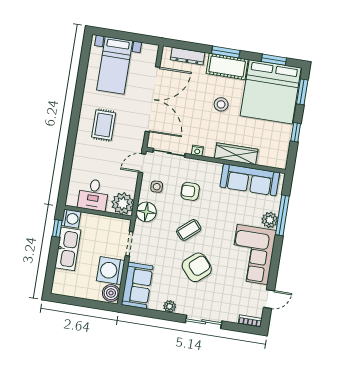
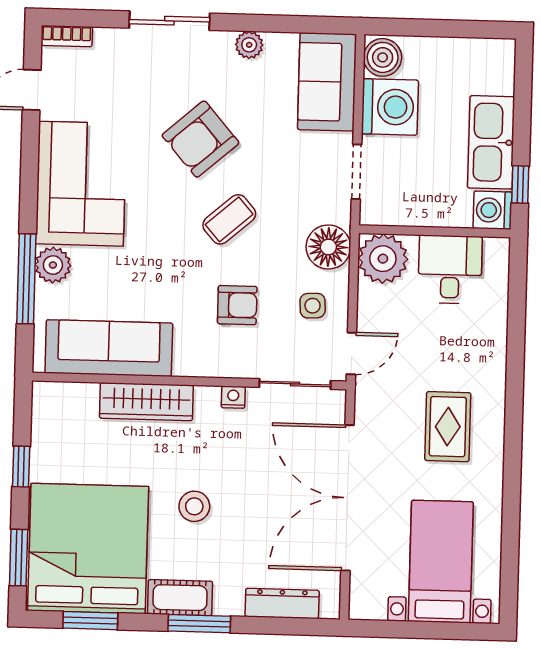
cot: (227, 66) -> (180, 598), width x0.73, depth x0.75

